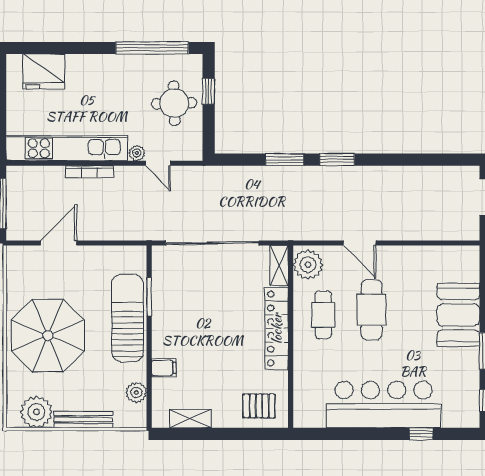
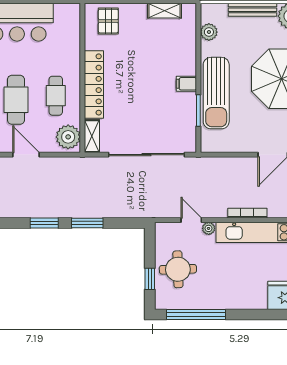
filing cabinet: (164, 368) -> (186, 84), moved
pallet: (259, 406) -> (108, 21), turned 90

